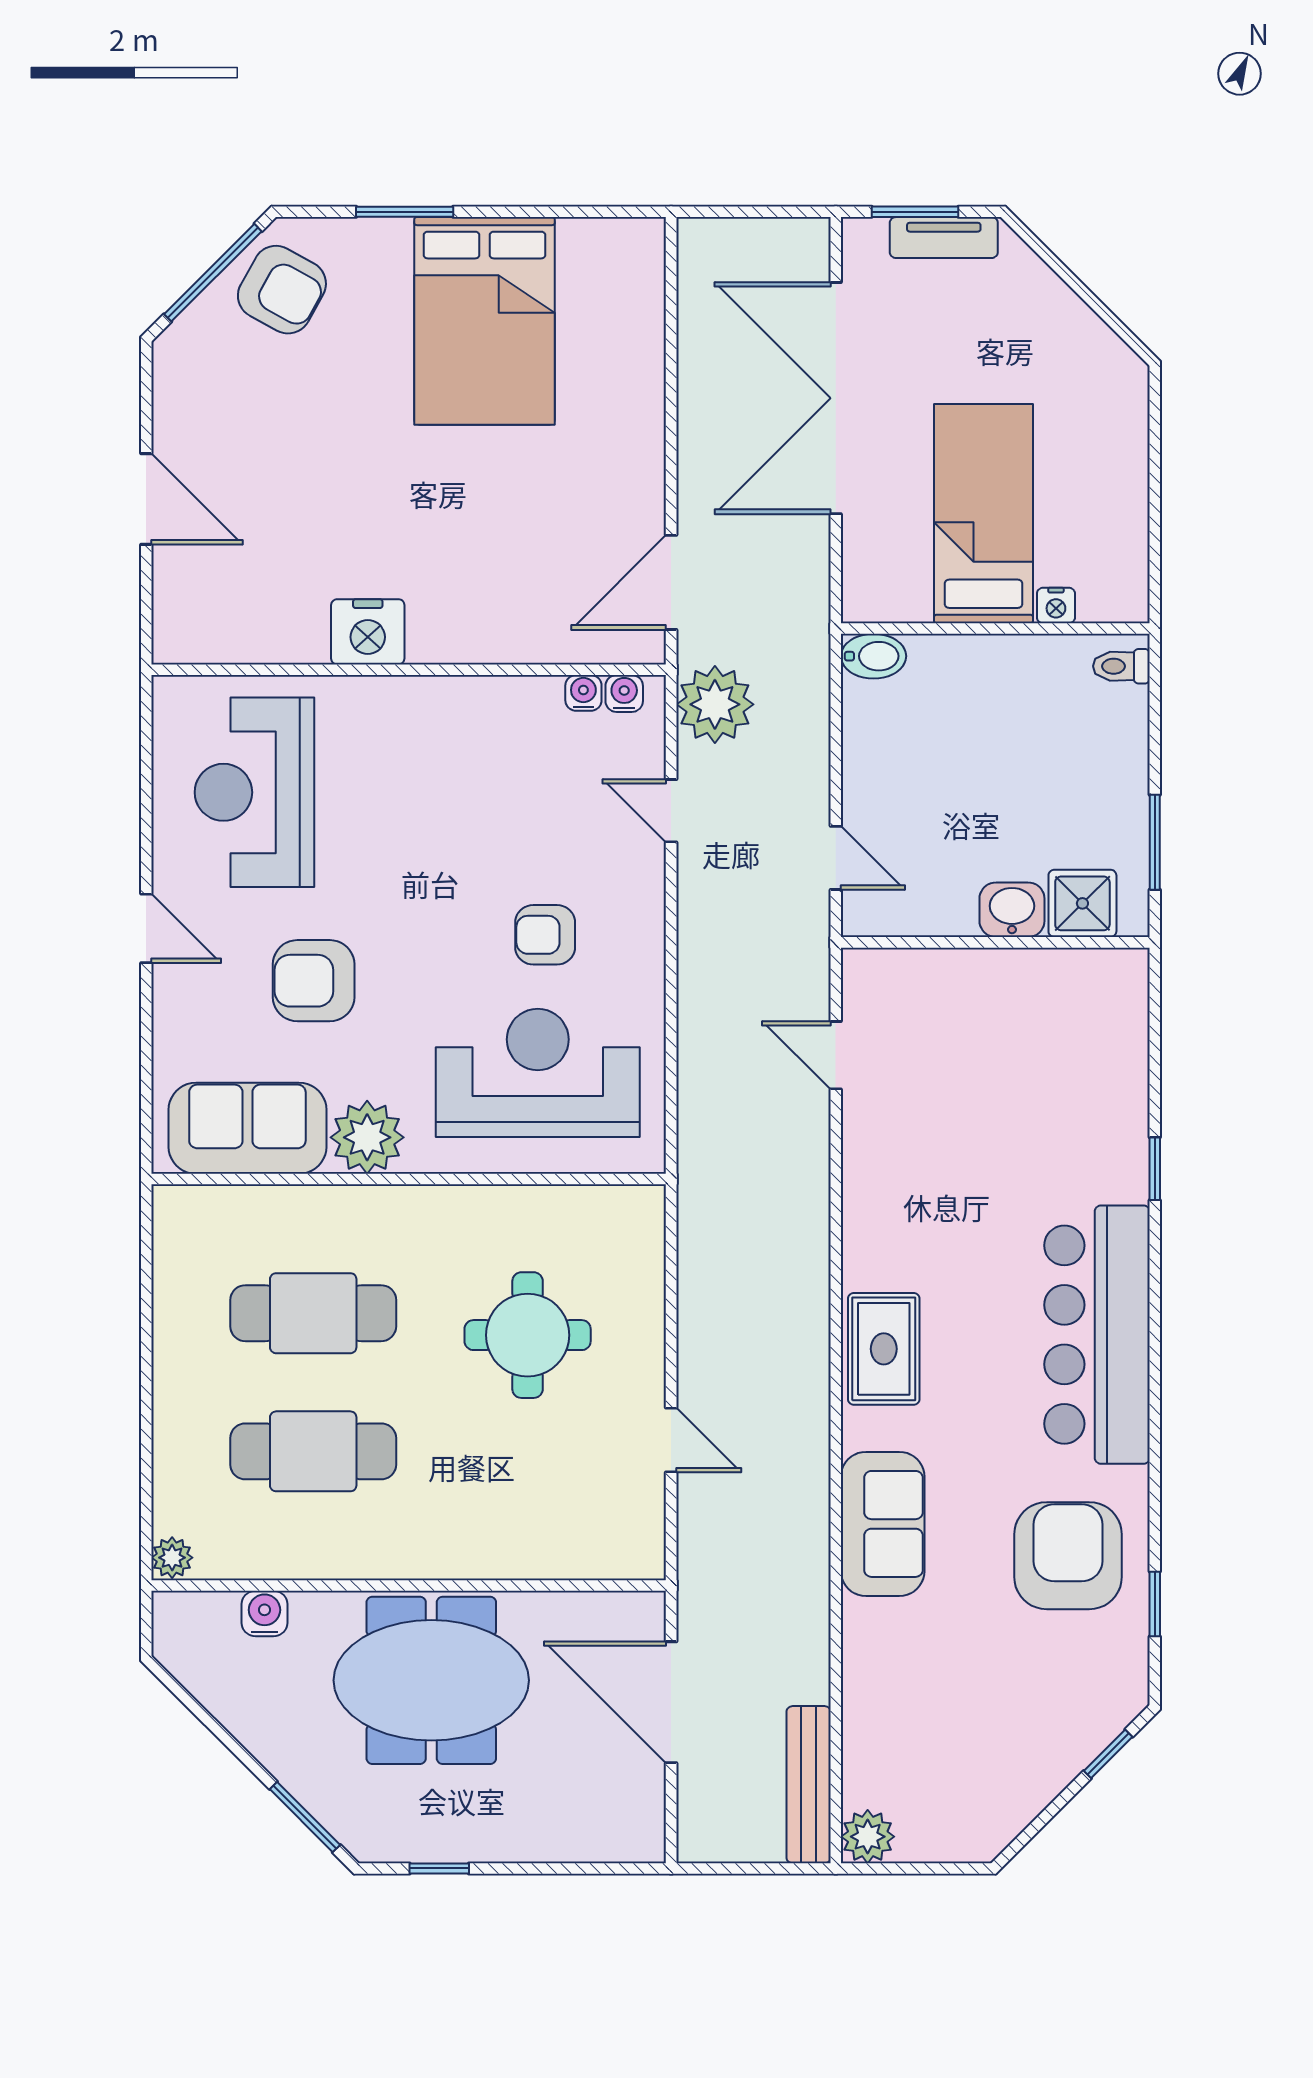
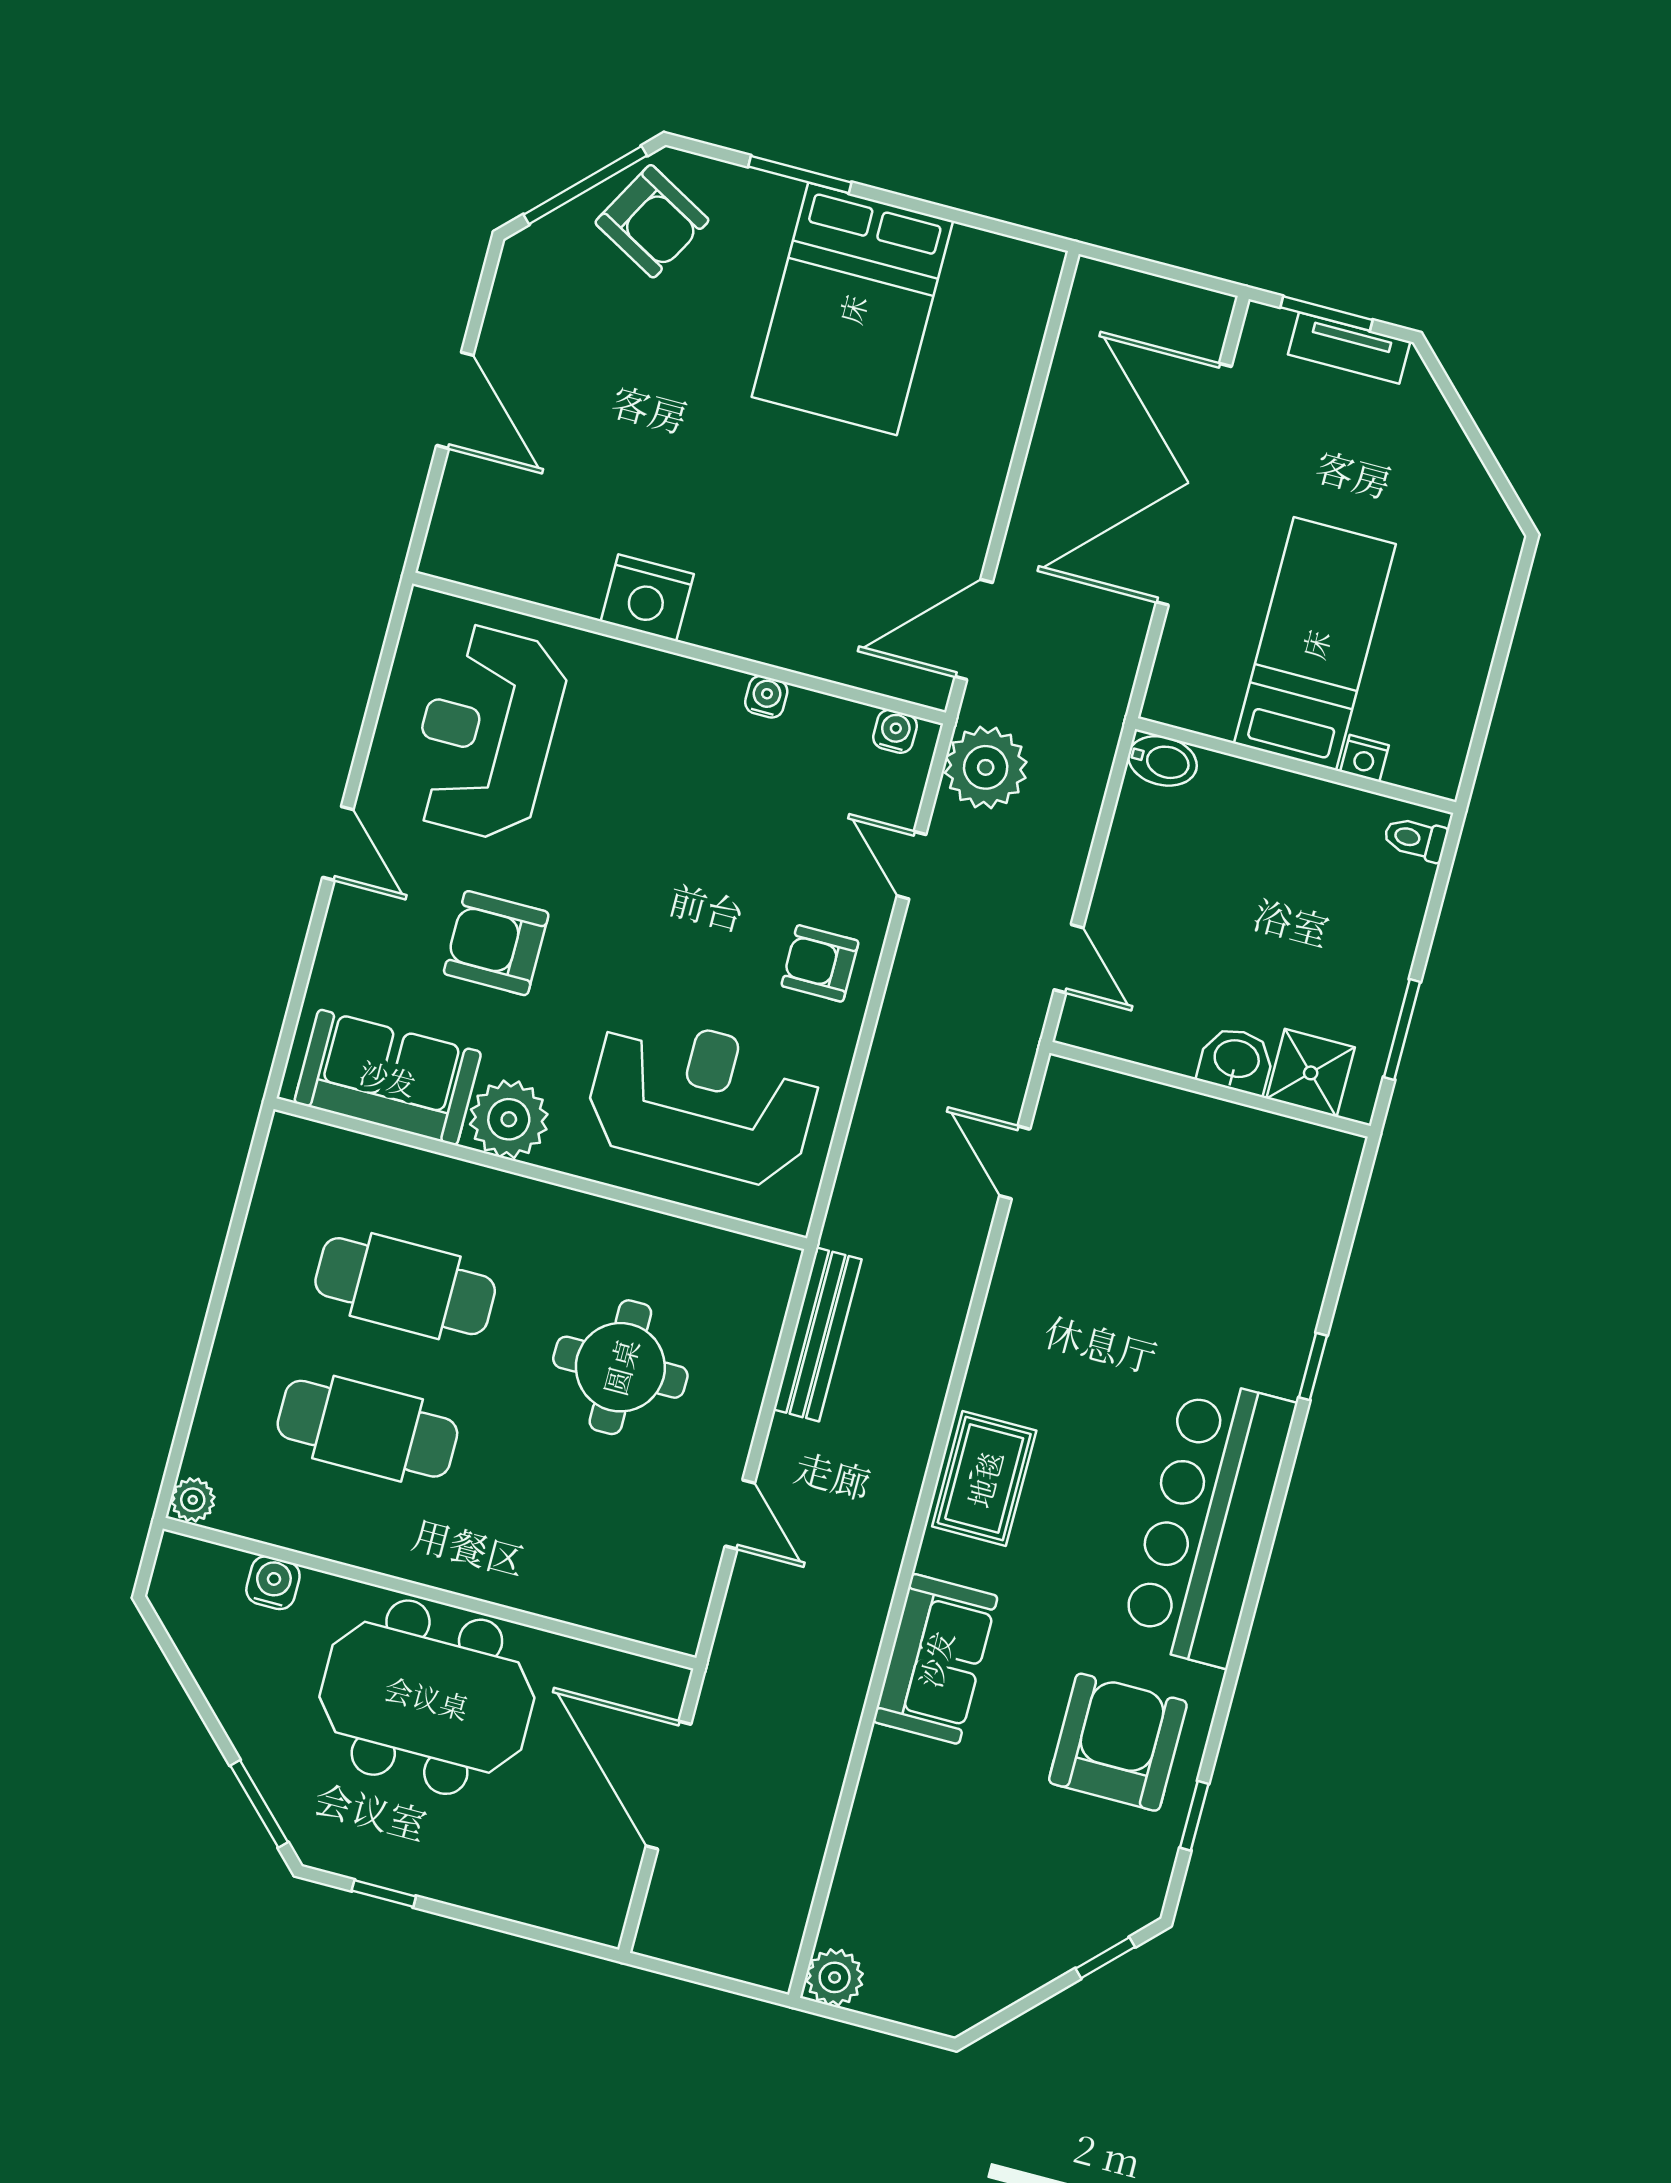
water cooler: (583, 693) -> (766, 697), moved
armchair: (545, 935) -> (820, 963), moved
bench: (809, 1785) -> (818, 1334), moved

